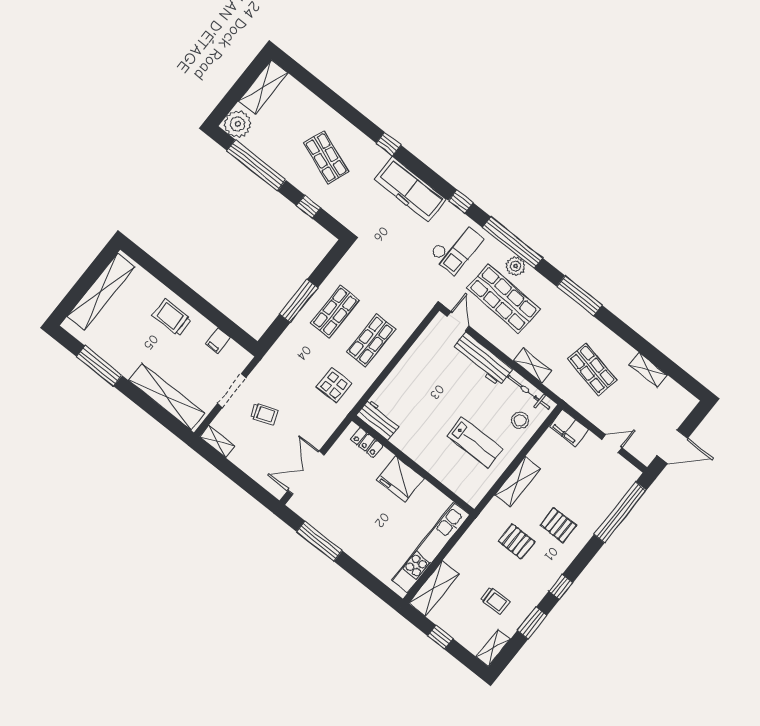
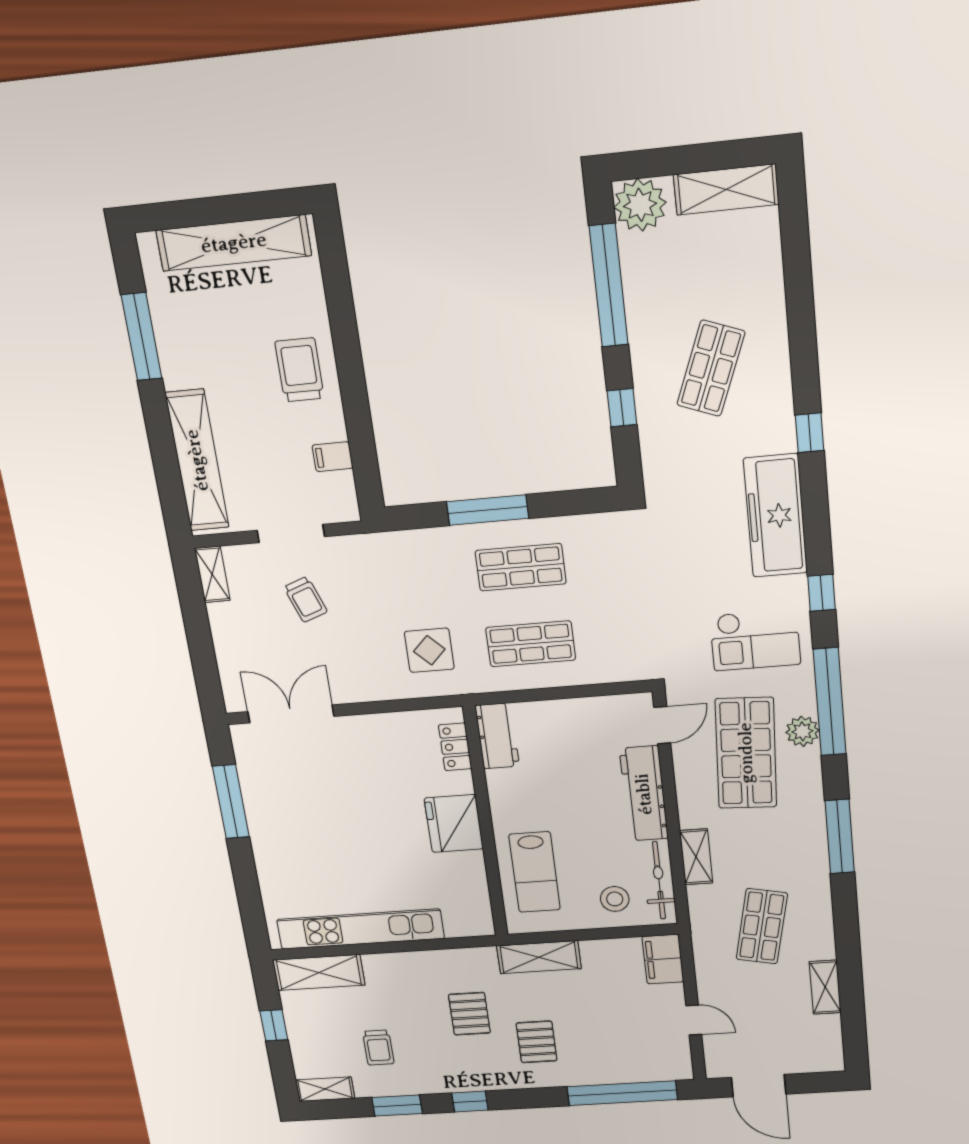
workbench: (379, 420) -> (497, 736), moved
locker: (367, 443) -> (455, 747), moved
wall: (413, 465) -> (486, 823), moved
fridge: (401, 479) -> (454, 823), moved

